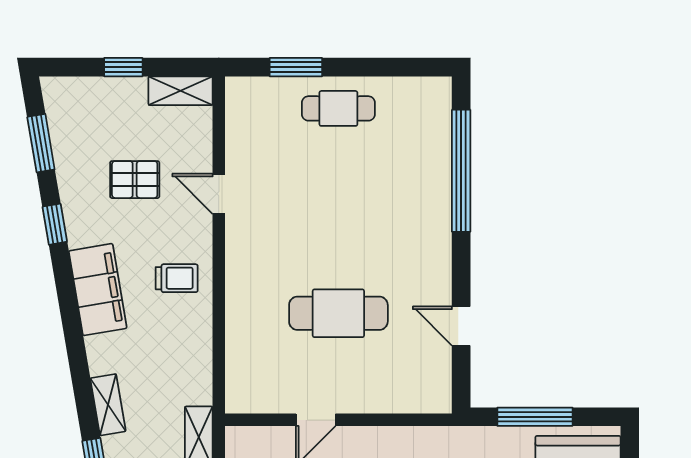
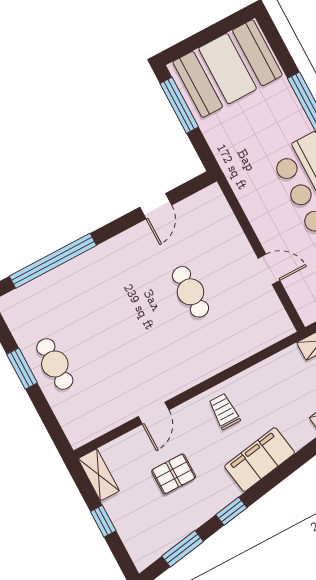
window: (296, 67) -> (22, 369), moved
pallet: (135, 180) -> (174, 474), turned 90
cafe table: (338, 313) -> (190, 292), width x0.73, depth x0.74
window: (535, 417) -> (179, 105), moved

